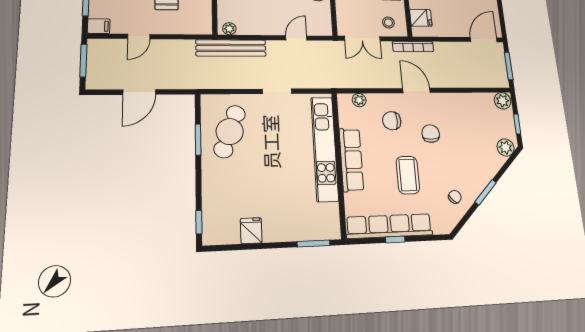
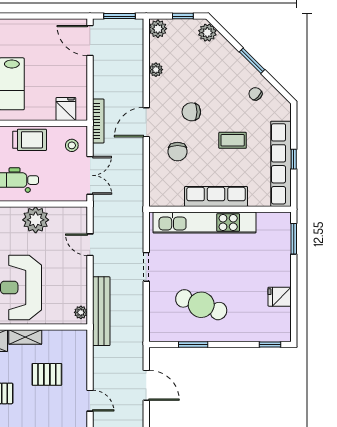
door: (139, 92) -> (146, 385), moved
plant: (359, 100) -> (156, 70), moved
cafe table: (230, 132) -> (201, 305), moved
coffee table: (408, 175) -> (233, 140), width x0.73, depth x0.77

